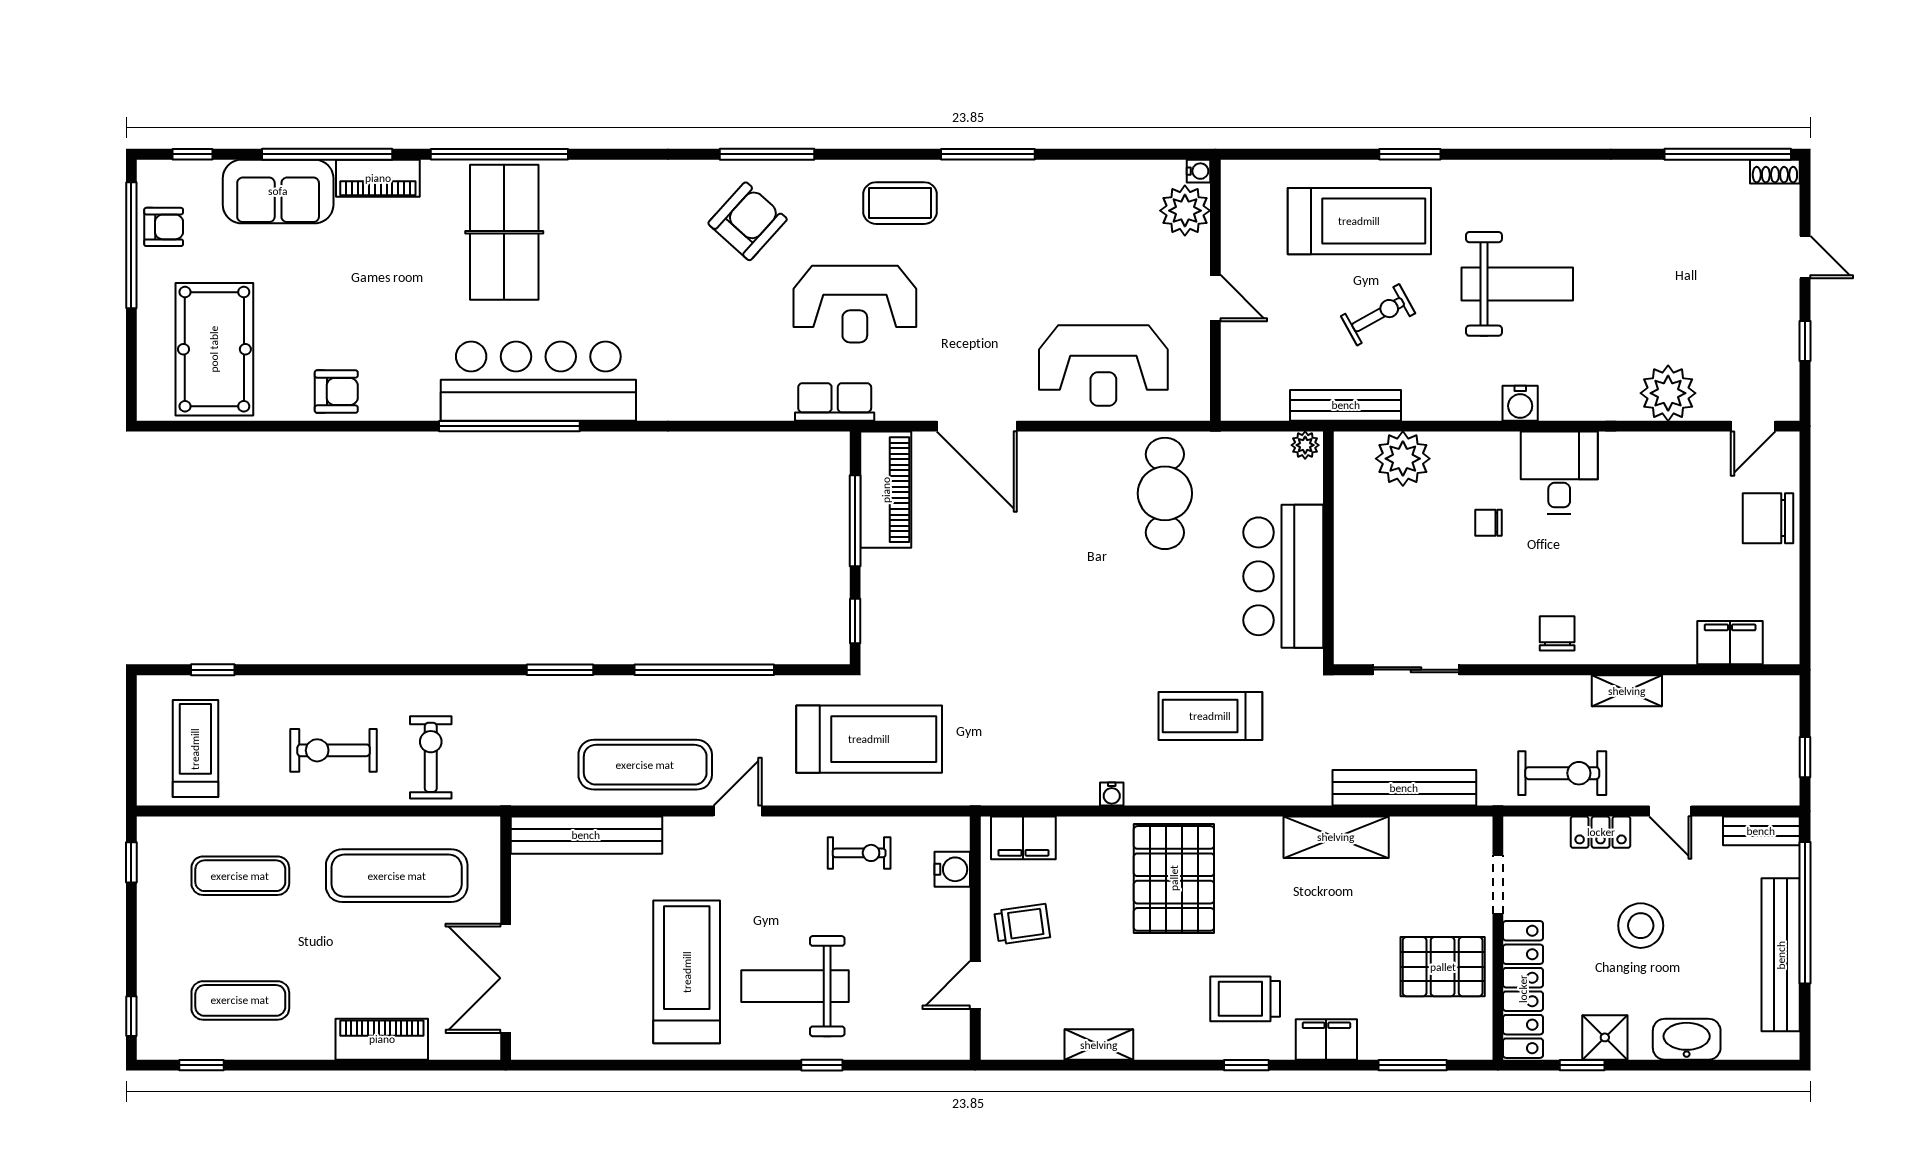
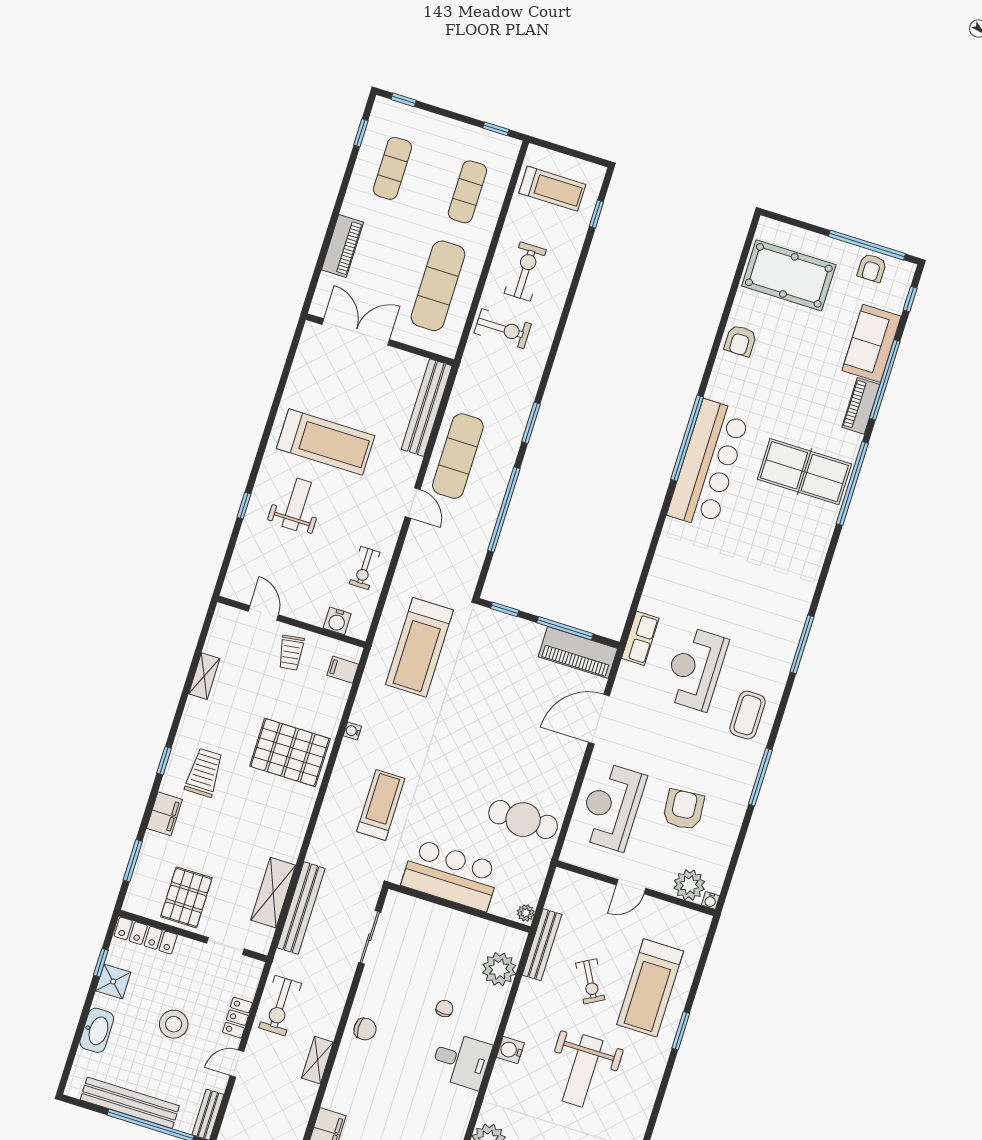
armchair: (748, 221) -> (684, 810), moved, turned -137
treadmill: (869, 739) -> (419, 647), moved
shelving: (1336, 837) -> (273, 893), moved
filing cabinet: (1023, 838) -> (343, 670), width x0.50
weight bench: (795, 986) -> (297, 504), width x0.73, depth x0.75
locker: (1523, 989) -> (146, 935), width x0.71, depth x0.83

